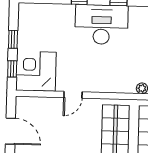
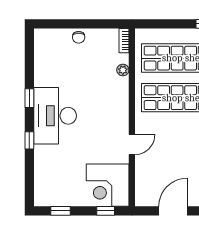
window: (13, 39) -> (61, 211), moved
door: (73, 95) -> (132, 144), hinge flipped

